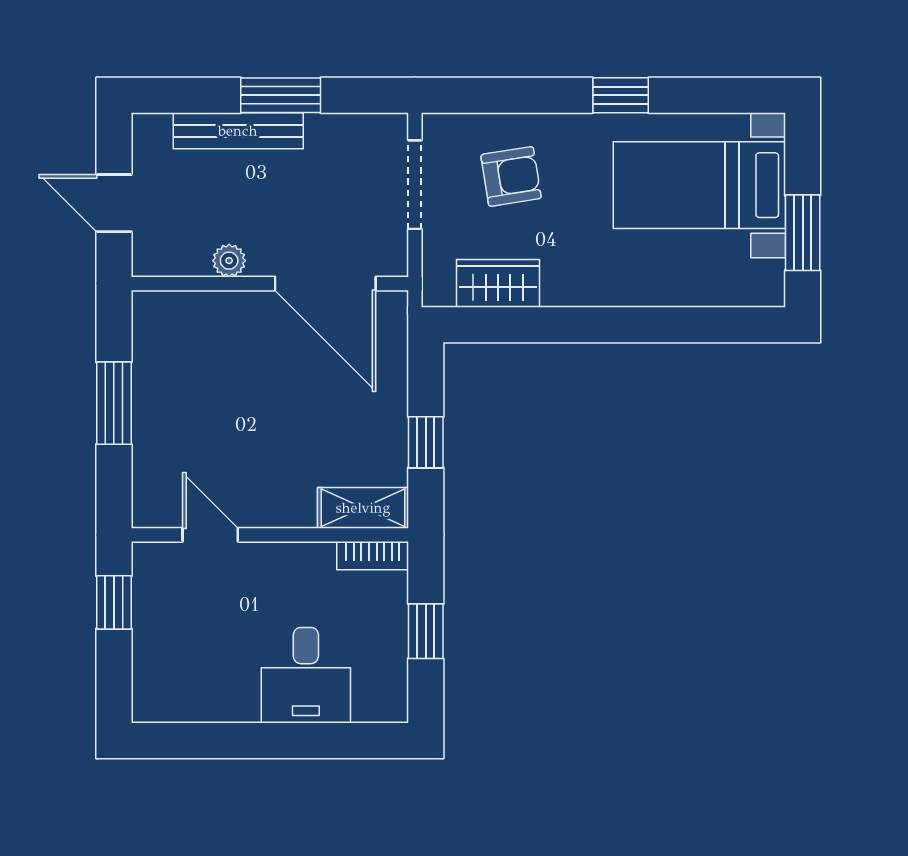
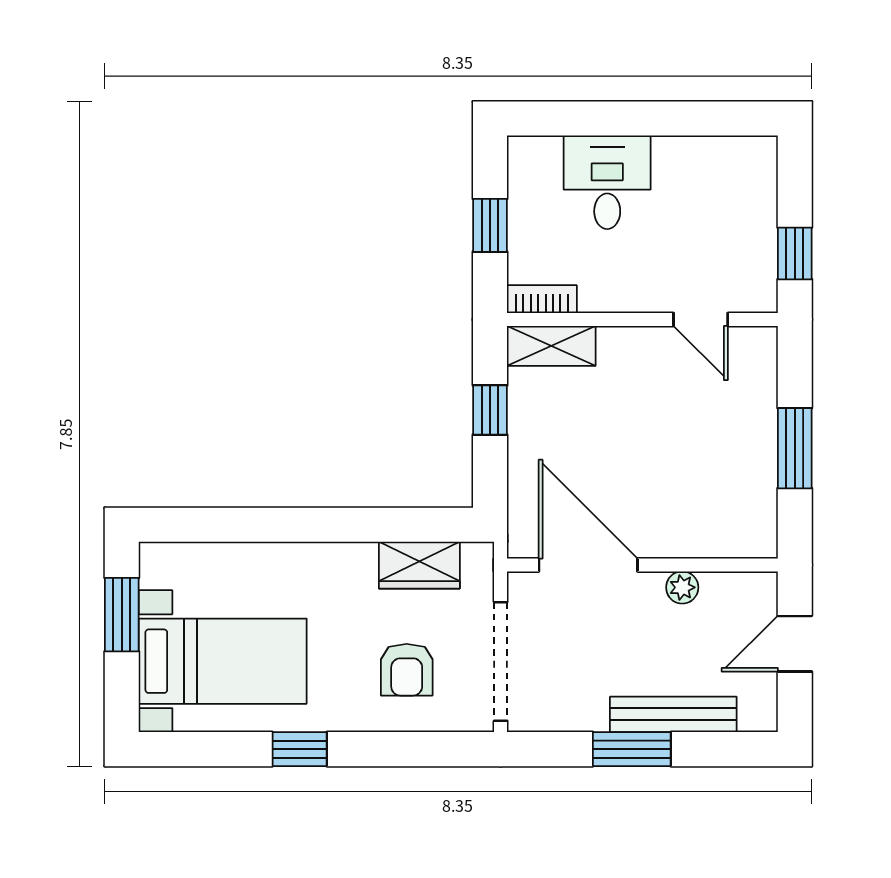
armchair: (511, 176) -> (407, 670), turned -81
doorway: (415, 185) -> (501, 662), width x1.36
door: (114, 203) -> (795, 644), swing flipped

